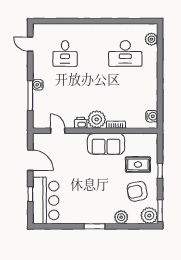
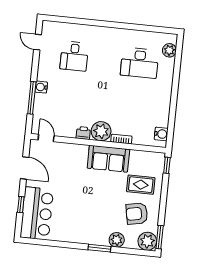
door: (58, 131) -> (46, 138), moved
window: (160, 171) -> (167, 165), moved
window: (95, 226) -> (99, 248), moved

